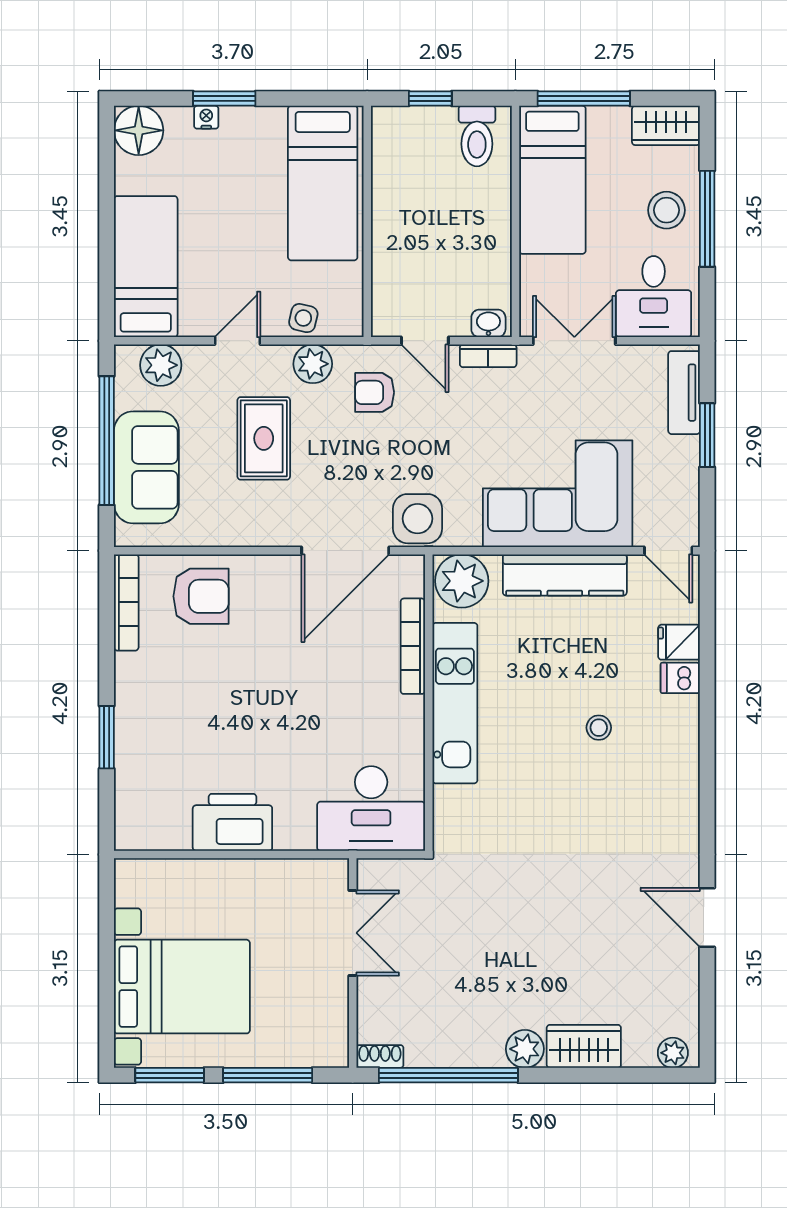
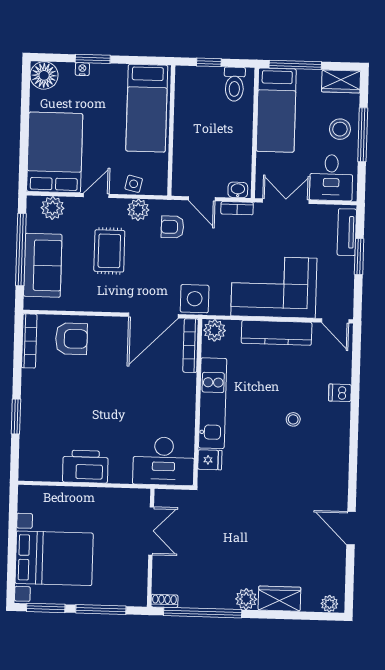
bed: (146, 267) -> (55, 152), width x1.50
plant: (462, 581) -> (215, 330), width x0.73, depth x0.73
fridge: (679, 642) -> (210, 460), moved, turned 180
bookcase: (413, 646) -> (191, 346), moved

